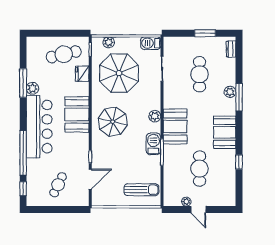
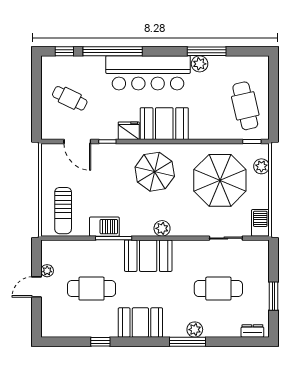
fridge: (82, 74) -> (129, 131), moved
barbecue: (153, 144) -> (104, 227), moved

